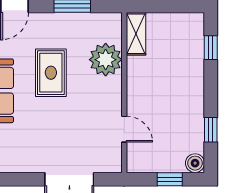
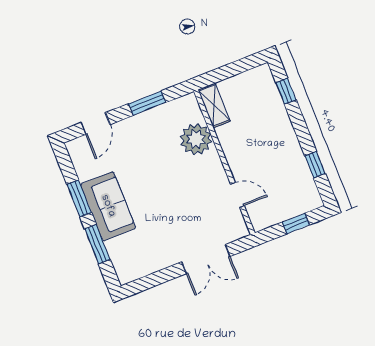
rug: (51, 73) -> (152, 170), removed
boiler: (195, 163) -> (313, 200), removed

